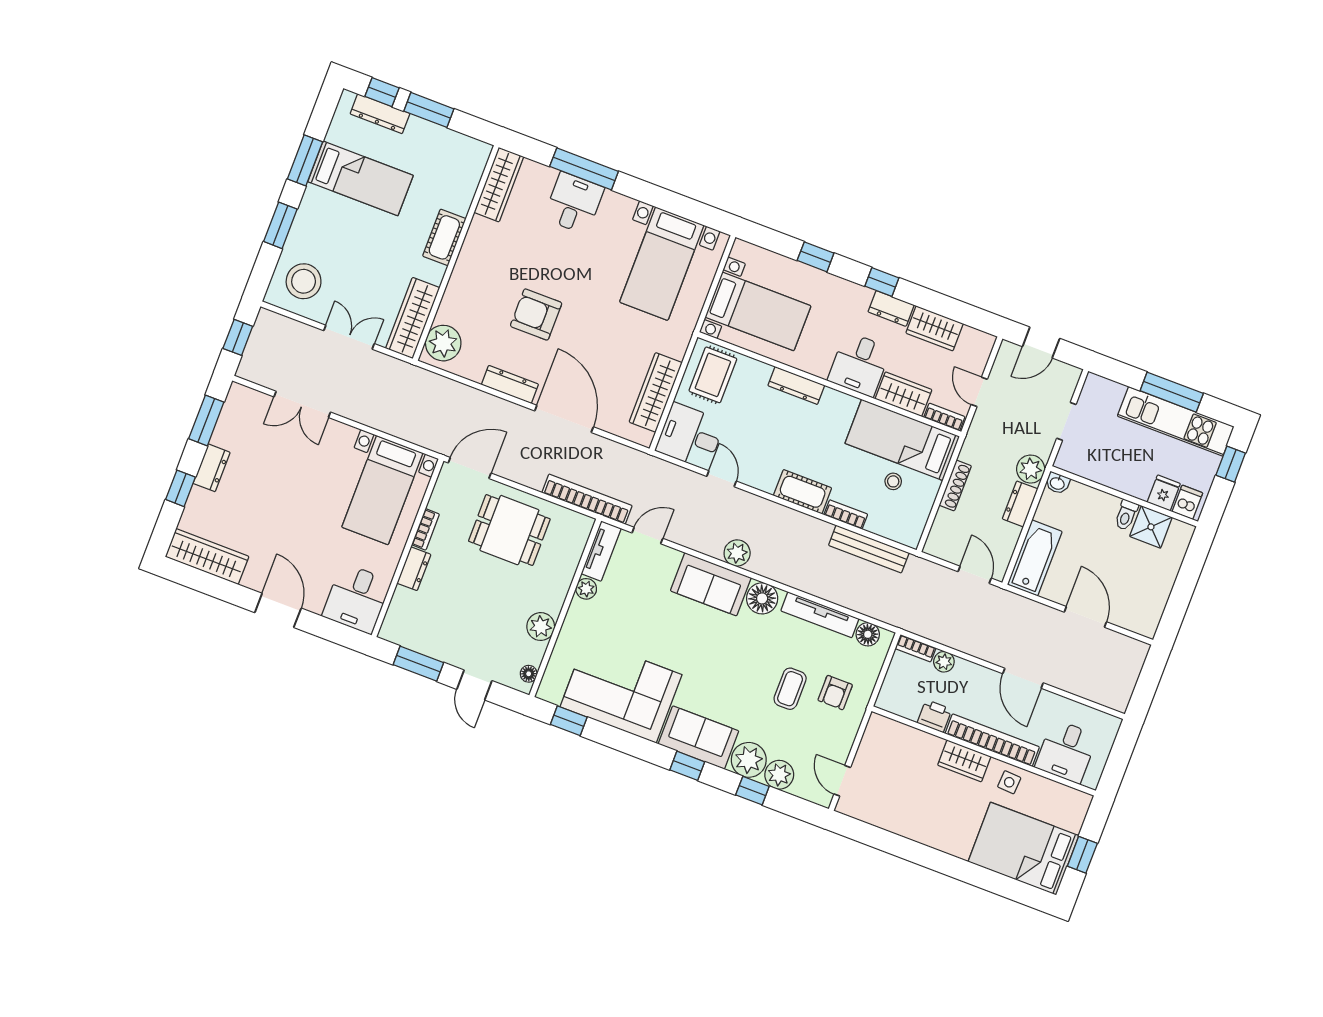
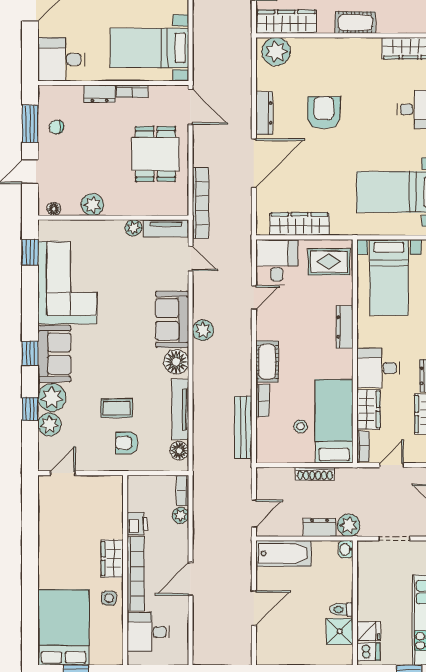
chair: (434, 634) -> (56, 127), added

